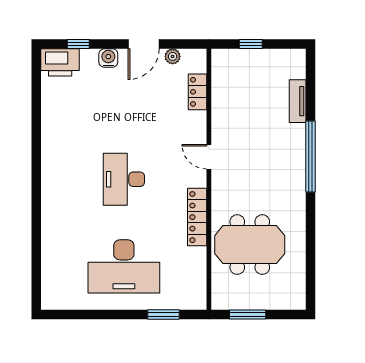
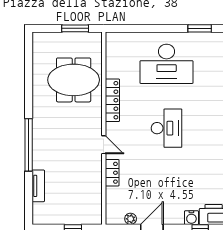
water cooler: (108, 58) -> (191, 218), moved
locker: (198, 92) -> (112, 173), moved
desk: (124, 266) -> (167, 64), turned 180
window: (164, 314) -> (200, 28), moved

